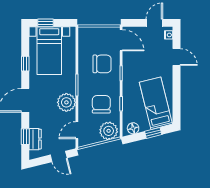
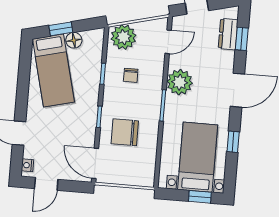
chair: (101, 104) -> (131, 75), width x0.54, depth x0.54
floor lamp: (133, 128) -> (74, 40), moved

